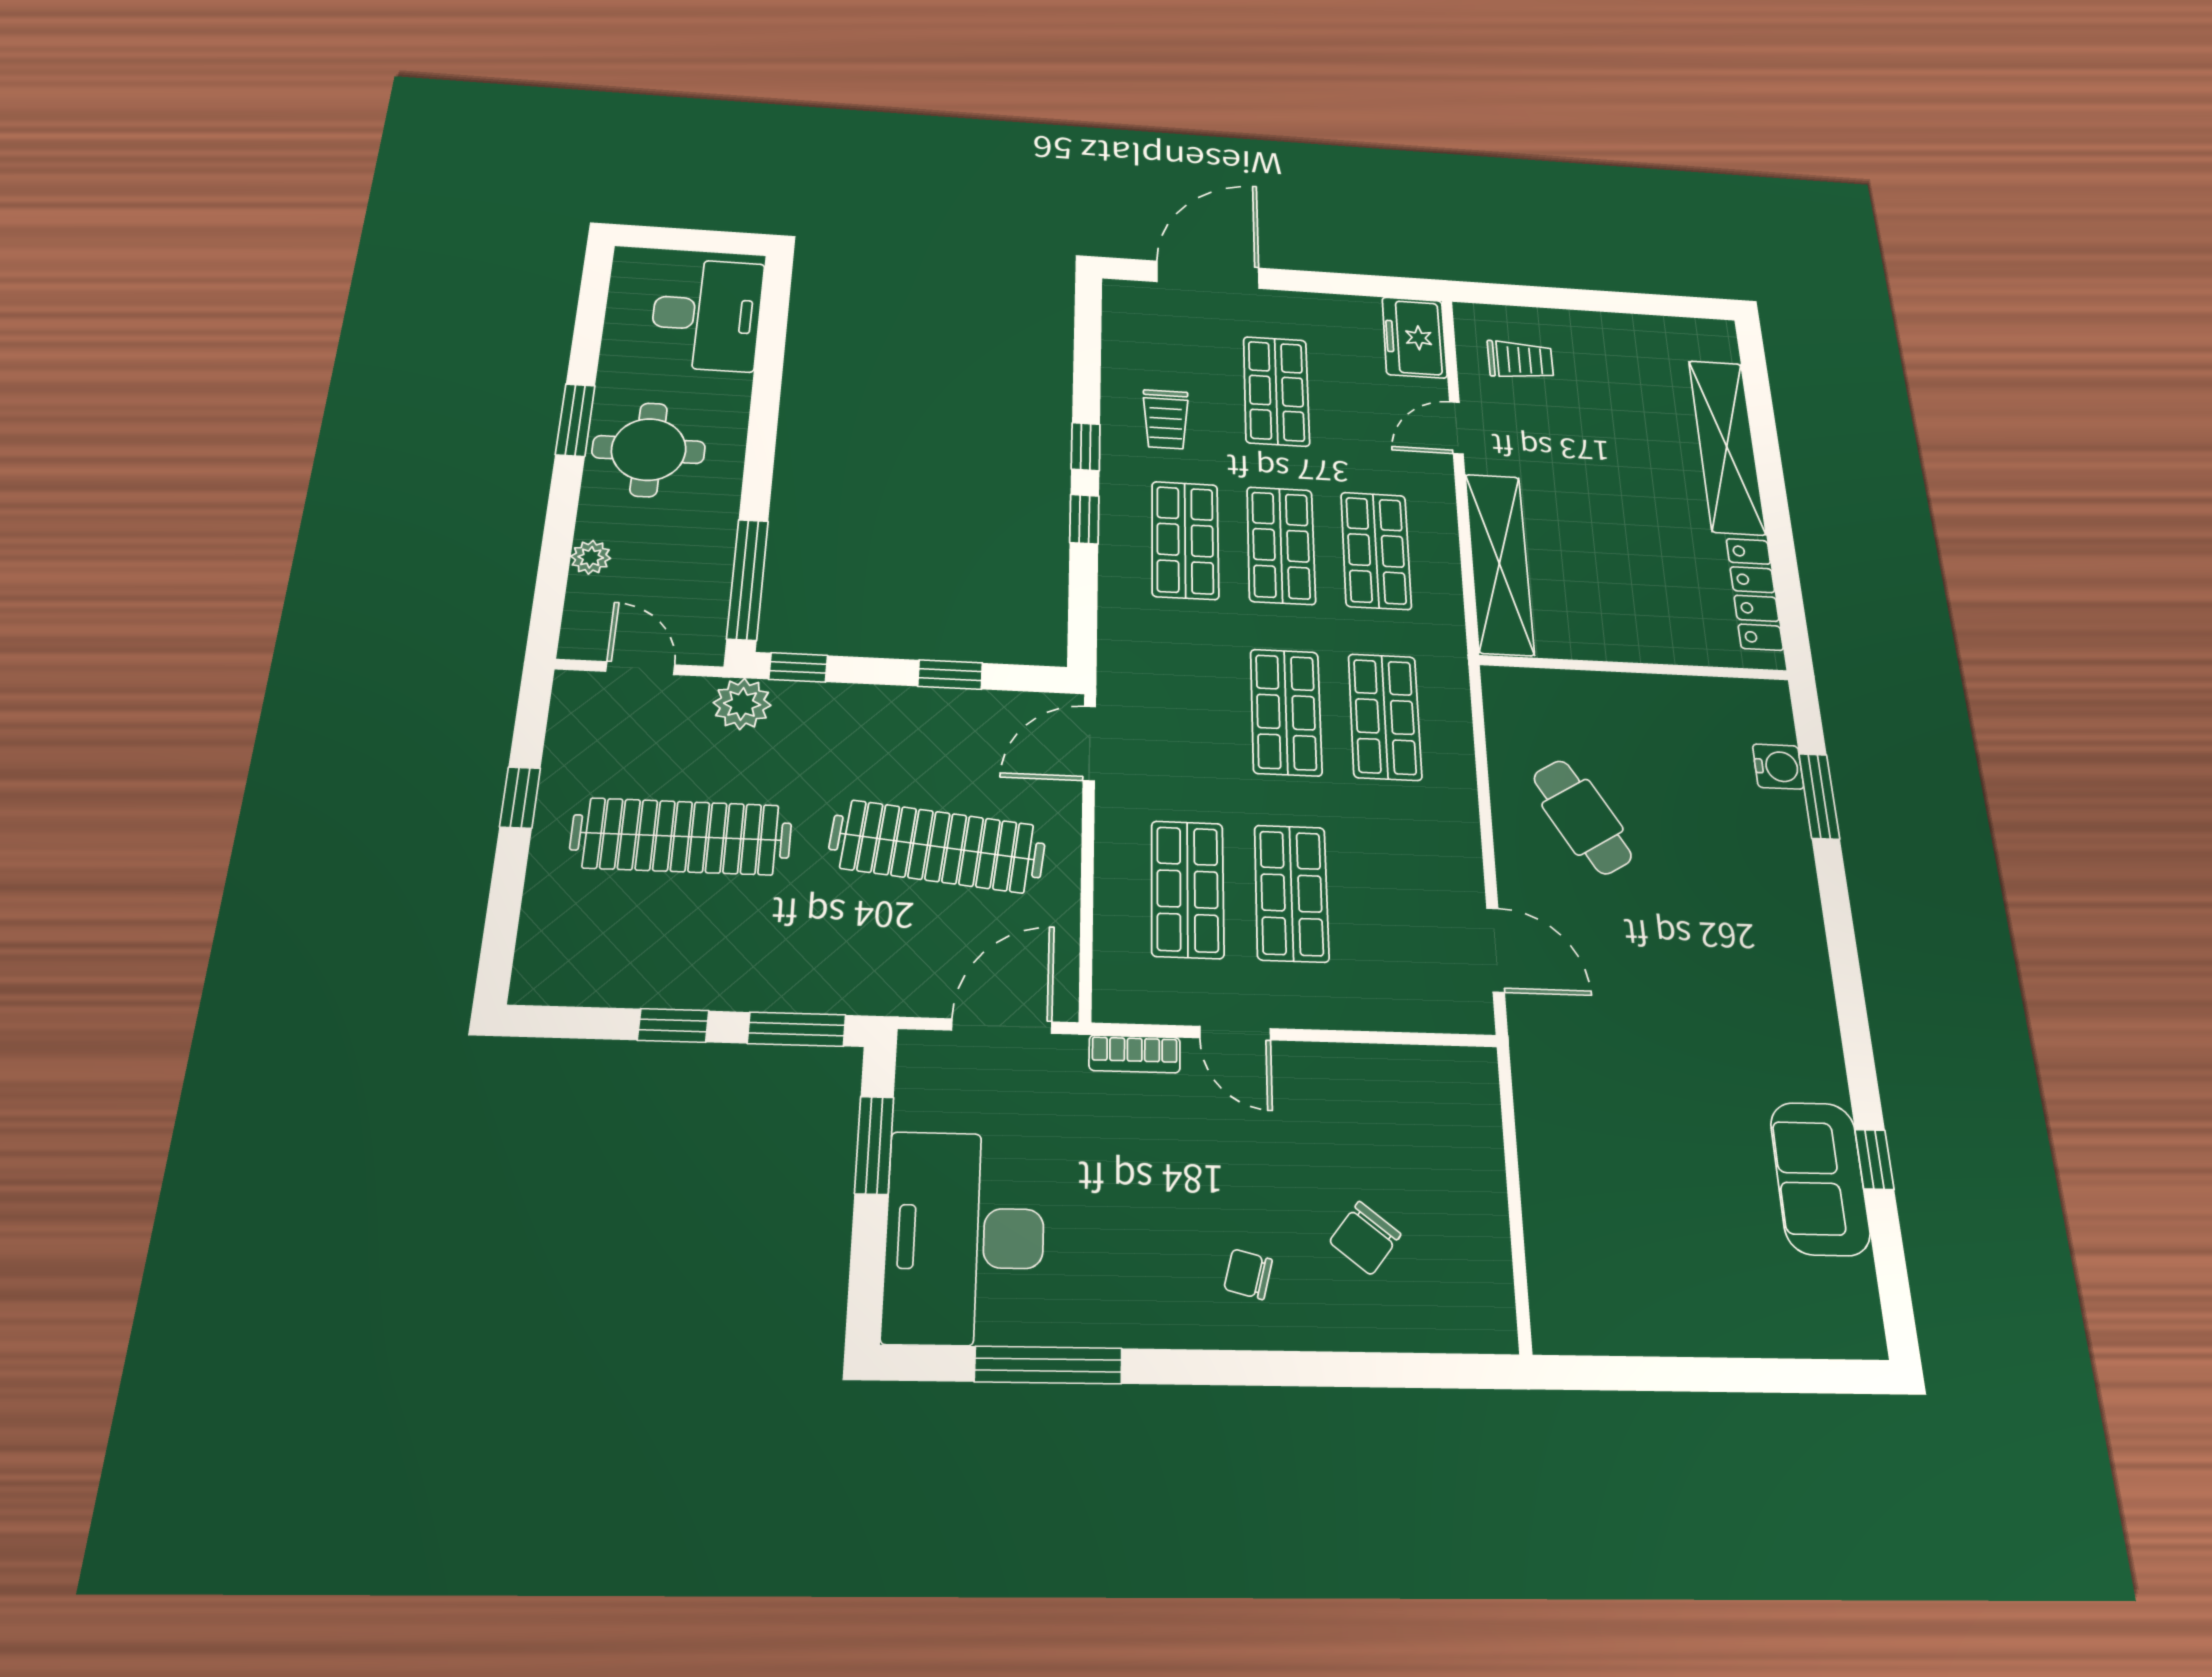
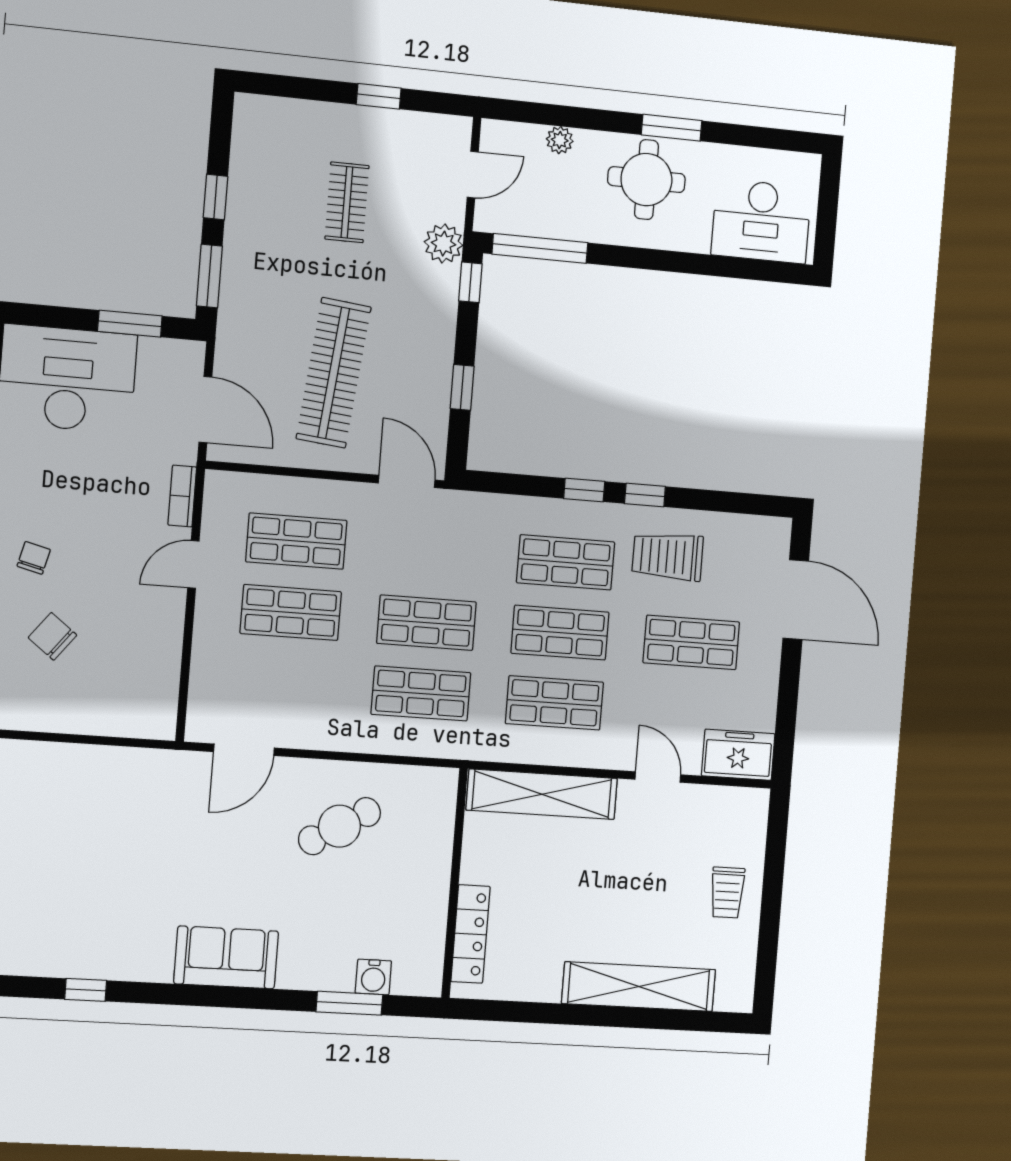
trolley: (1520, 360) -> (727, 892), moved
trolley: (1166, 419) -> (668, 556), width x1.36, depth x1.39
locker: (1754, 594) -> (470, 934), moved, turned 90
clothes rail: (681, 836) -> (347, 202), width x0.54, depth x0.76
sofa: (1820, 1178) -> (226, 957), moved

